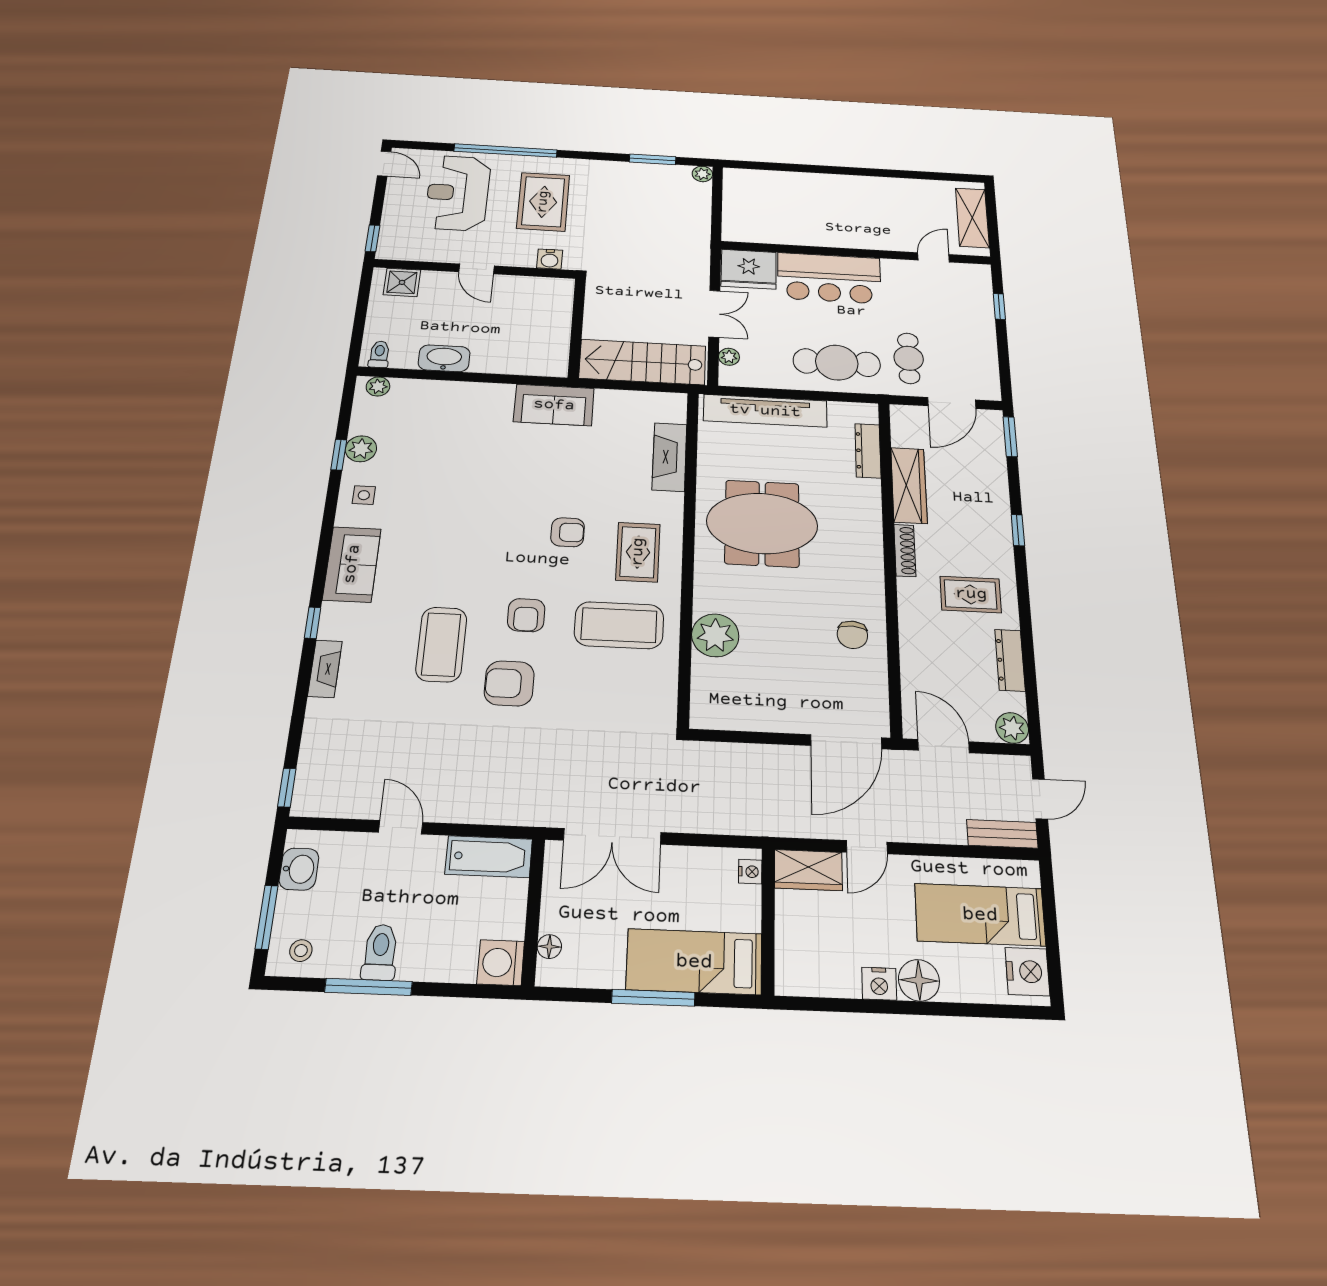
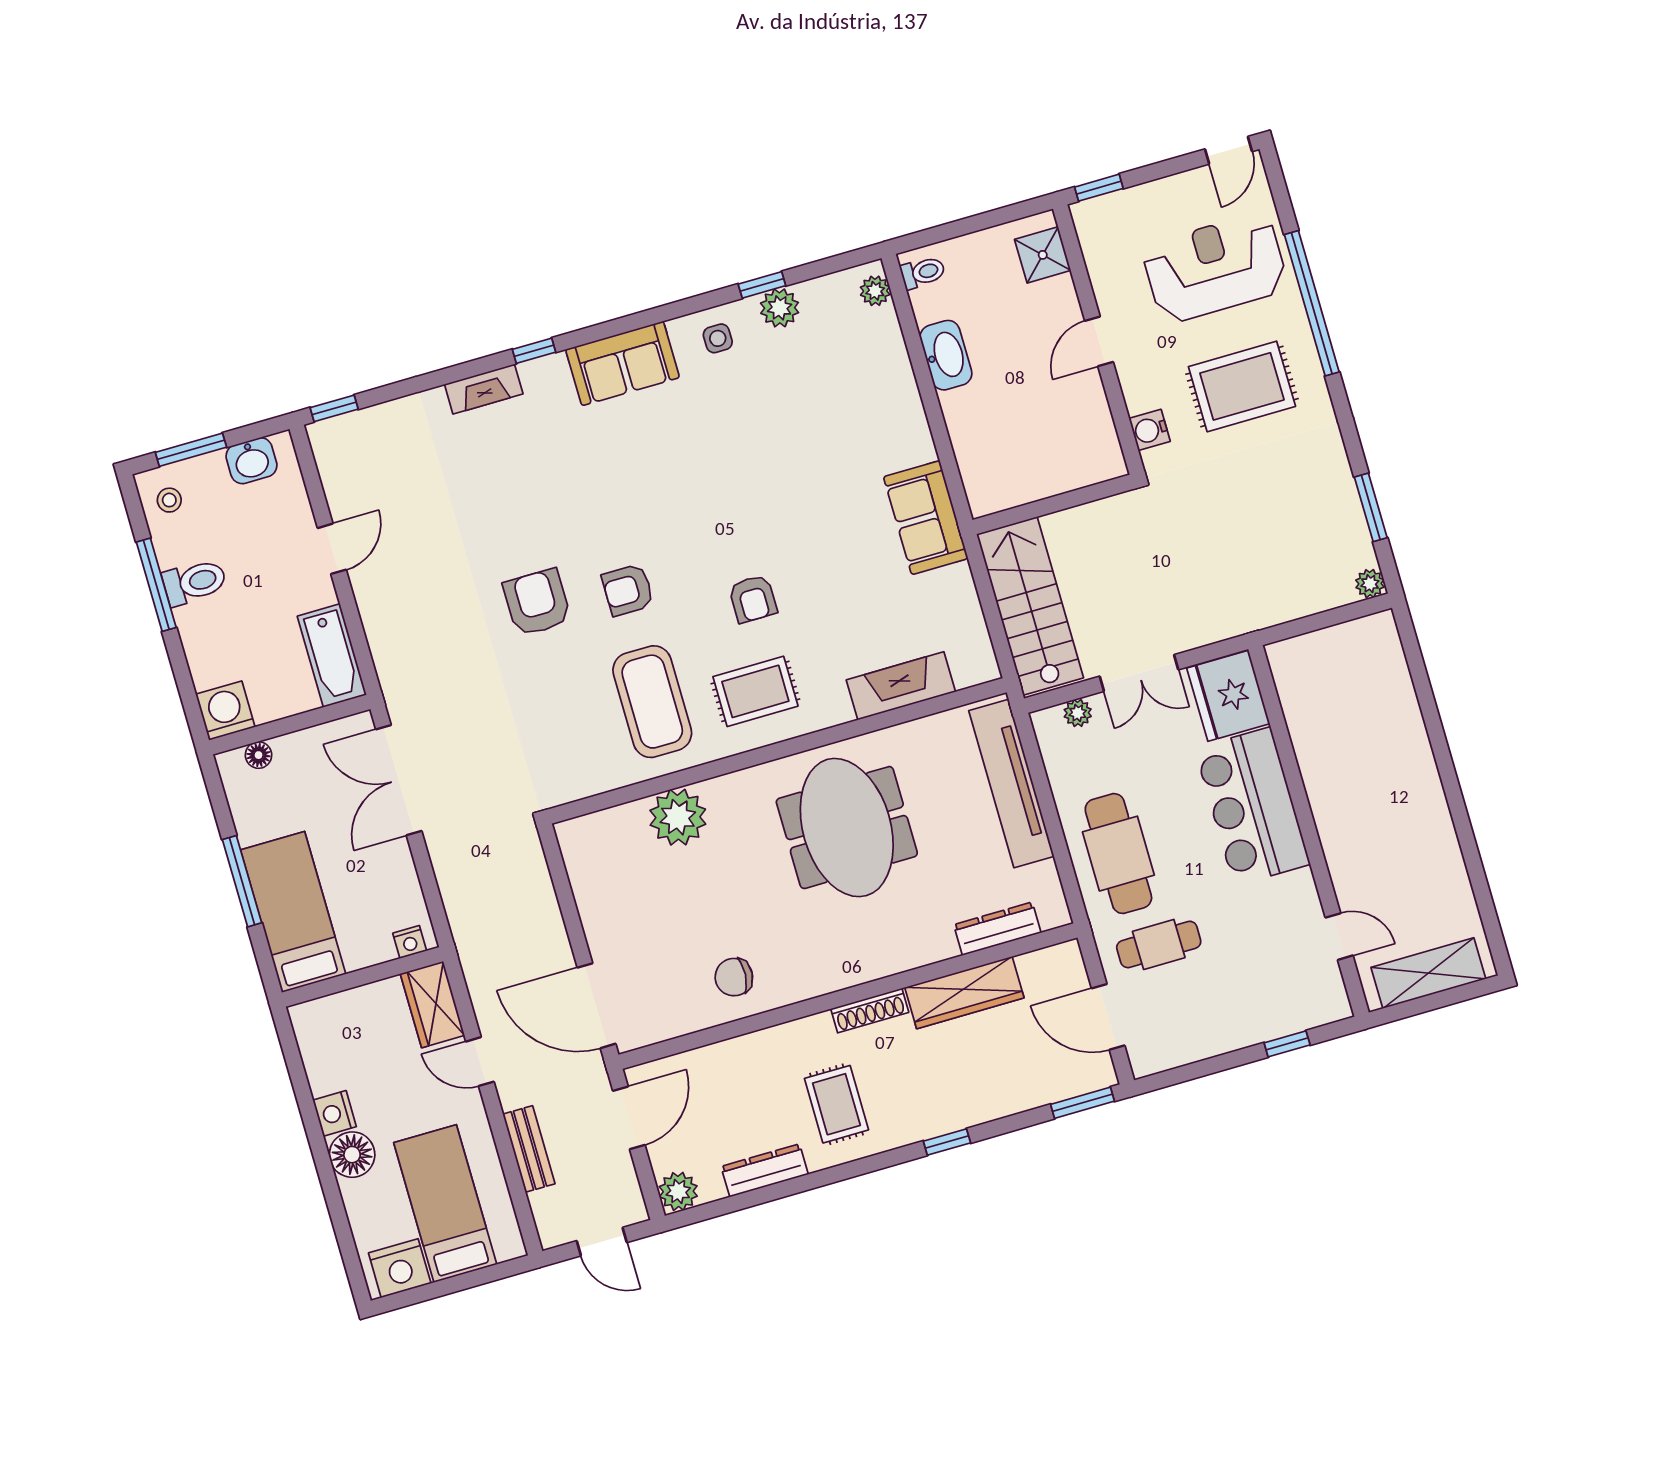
coffee table: (441, 644) -> (558, 507), removed
bench: (1002, 834) -> (529, 1149), moved

